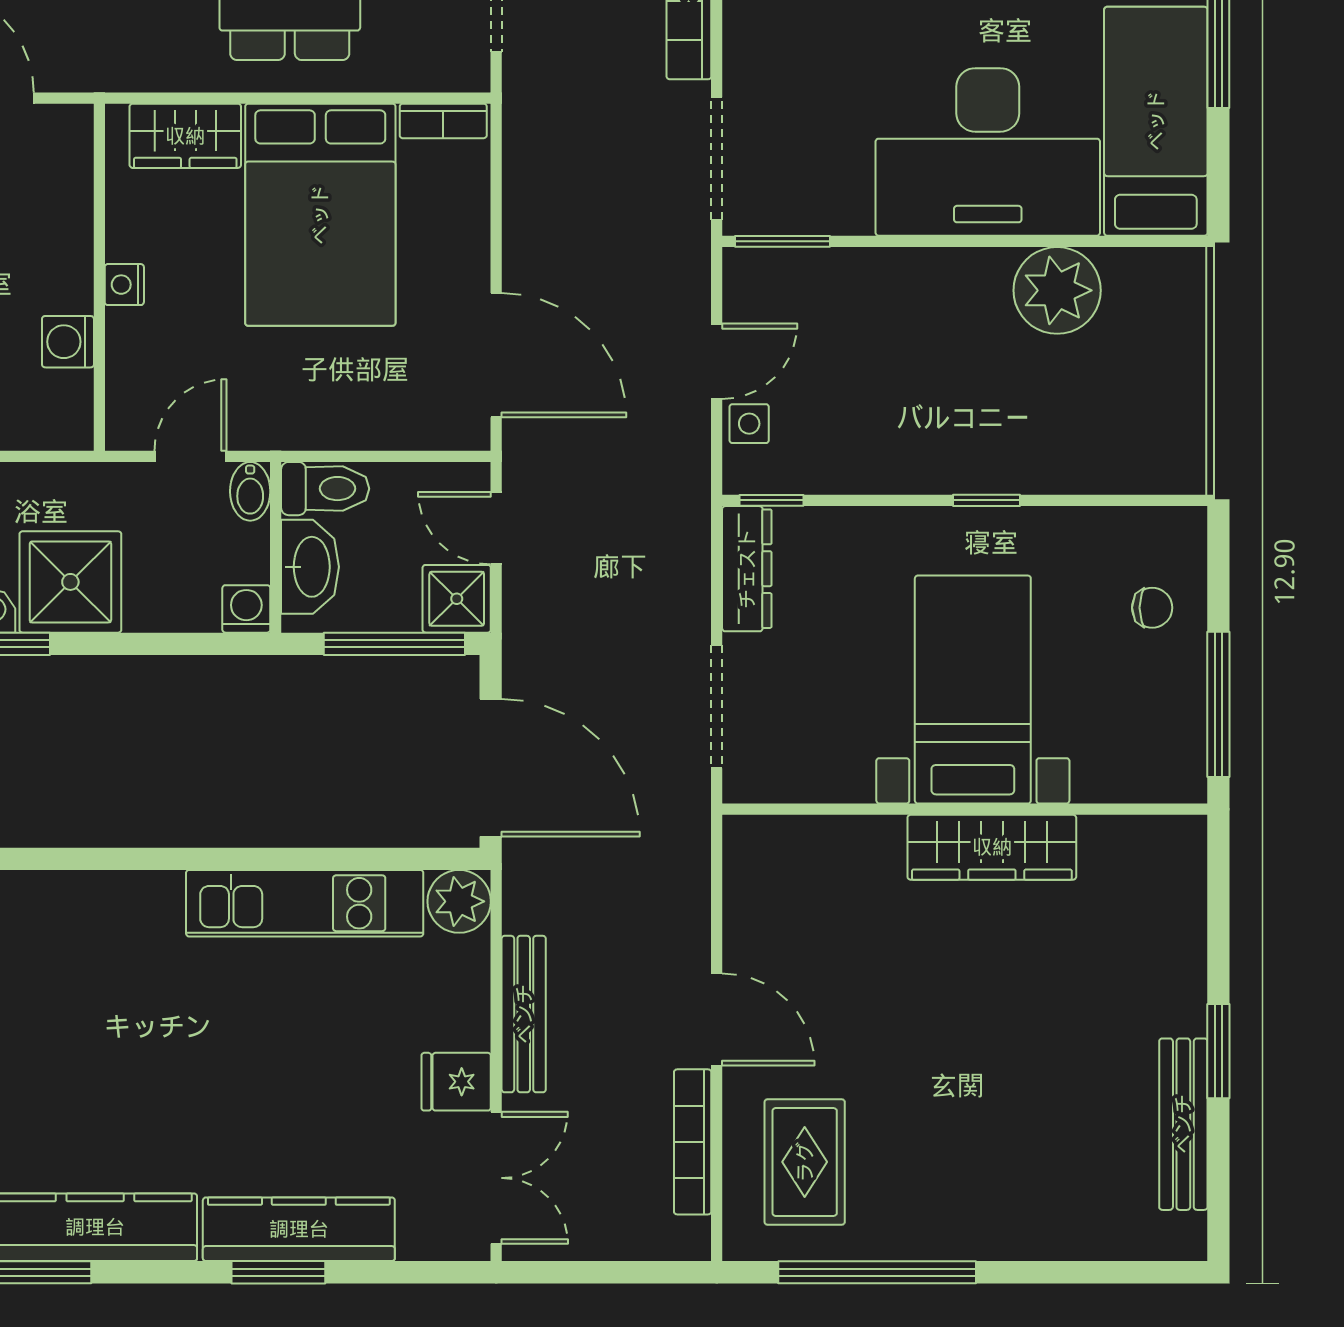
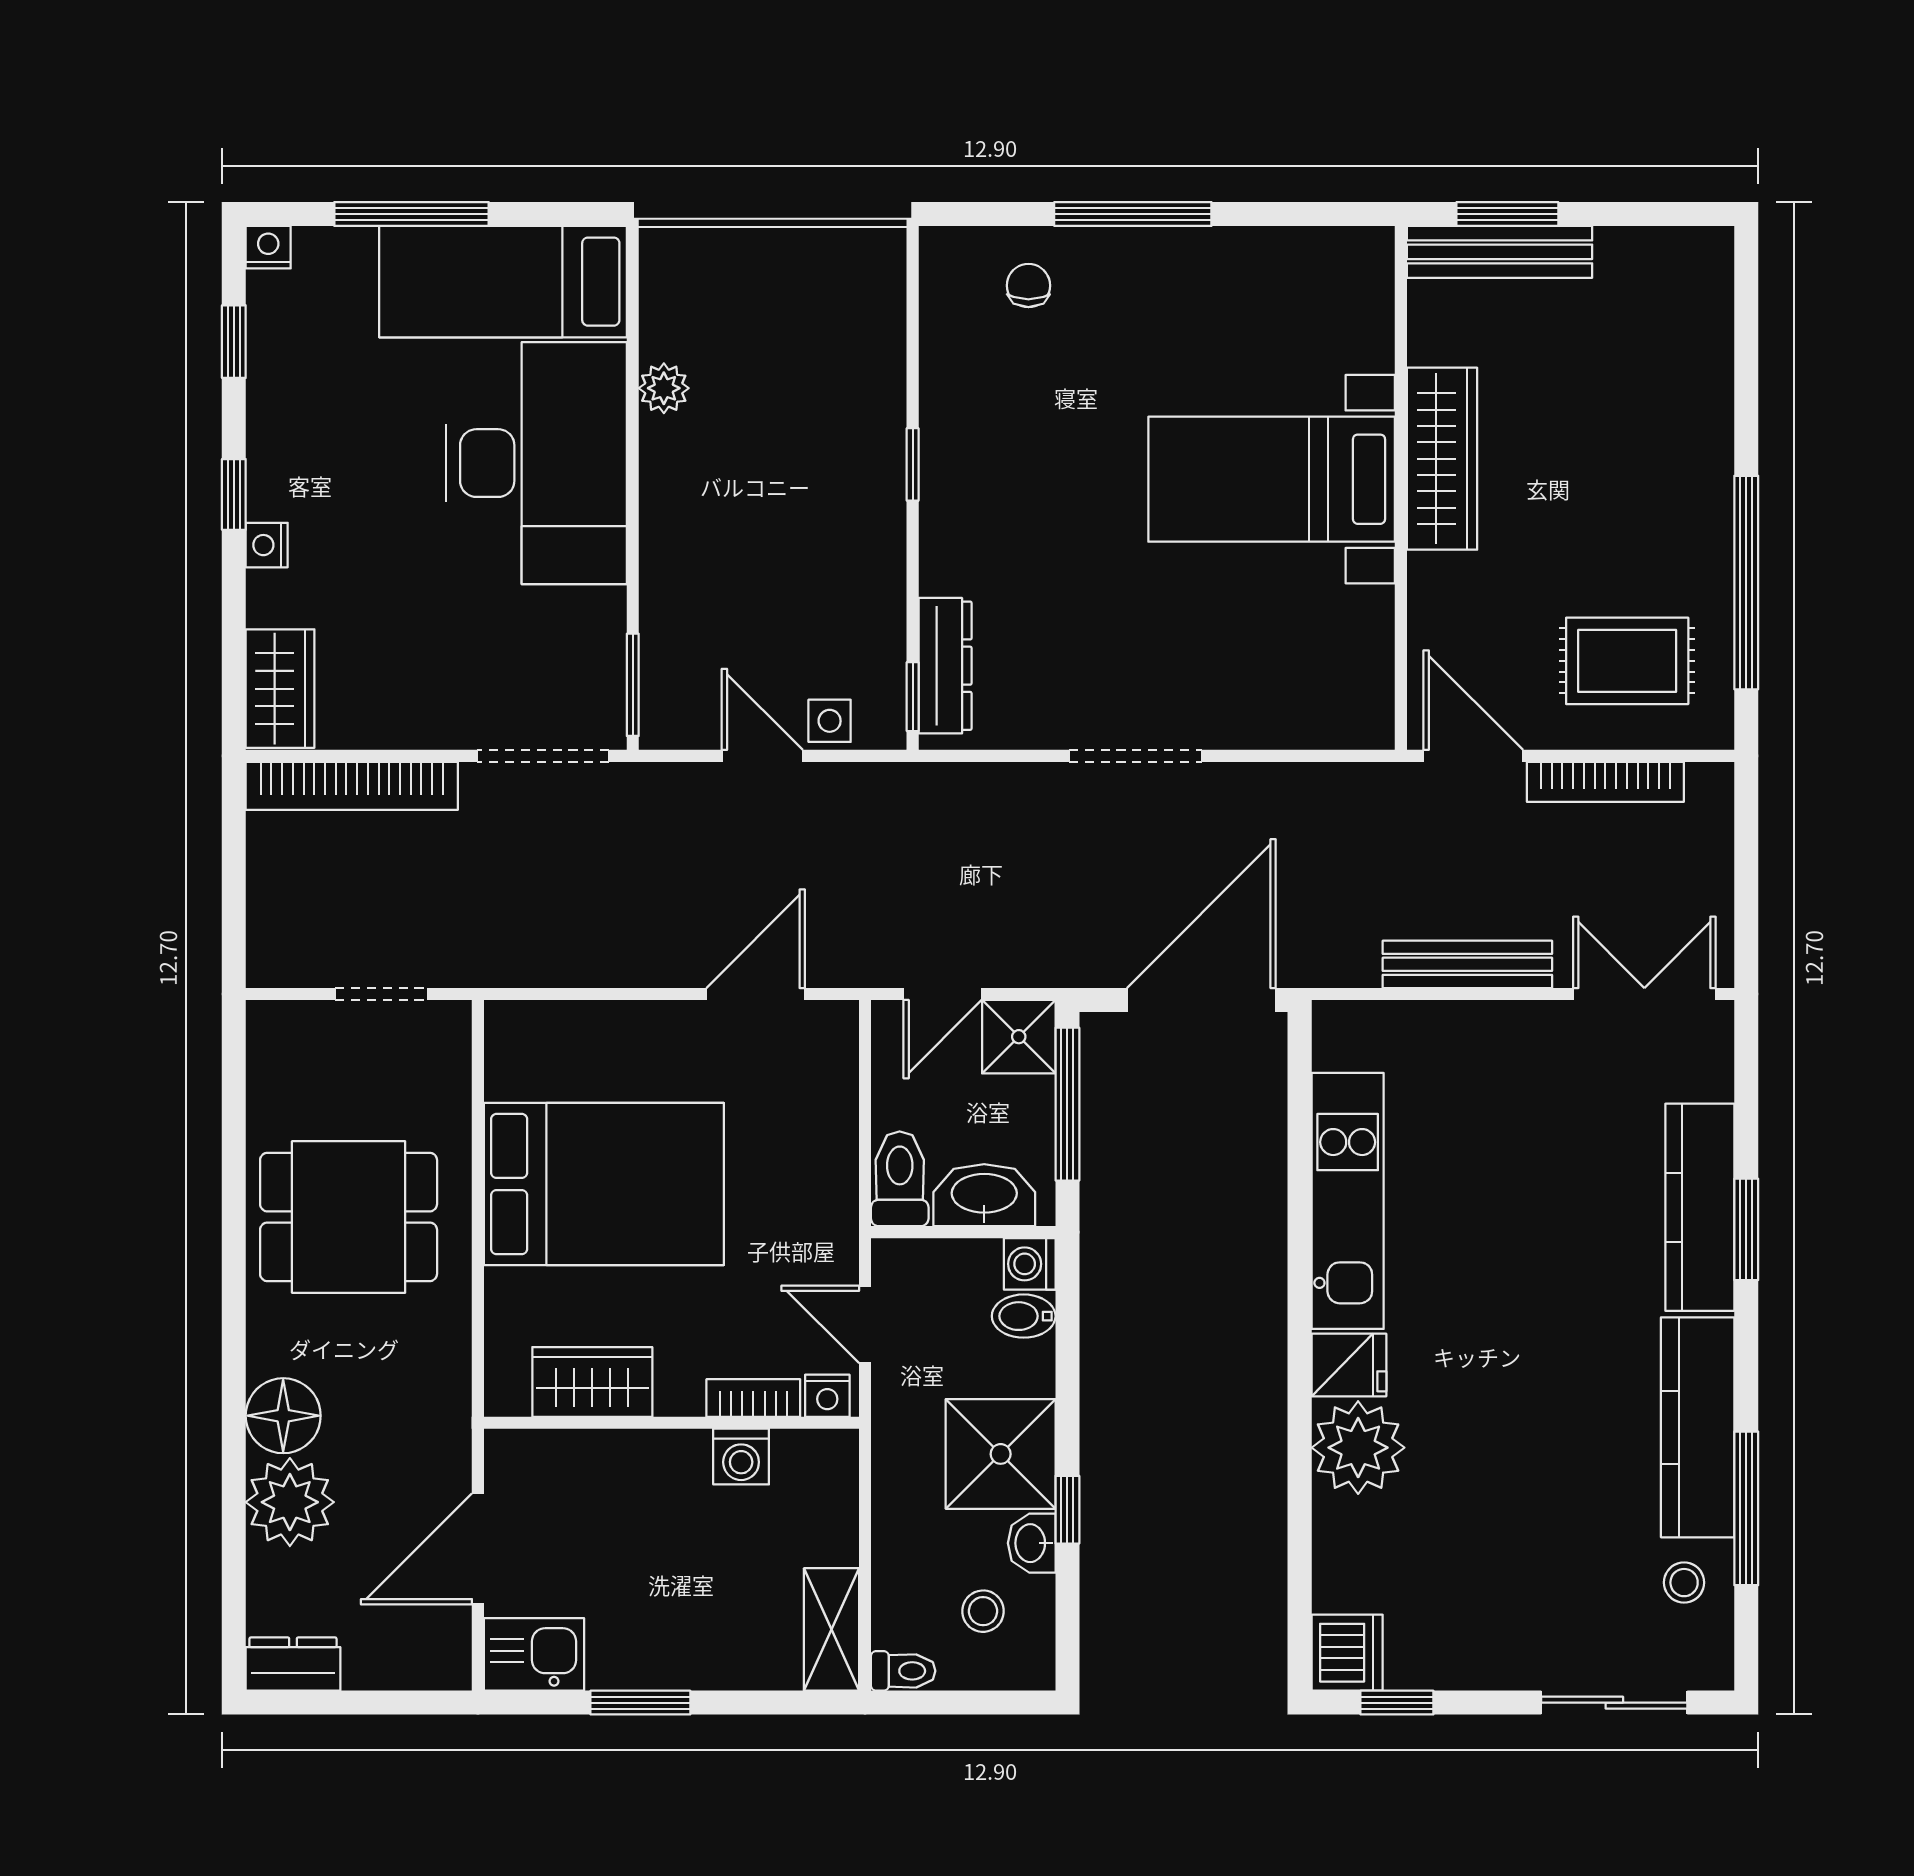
bookcase: (443, 121) -> (753, 1398), moved, turned -90
wardrobe: (185, 136) -> (592, 1382), moved, turned -90
nightstand: (124, 285) -> (827, 1396), moved
plant: (1057, 290) -> (664, 388), width x0.53, depth x0.53
door: (496, 355) -> (756, 994), width x0.73
bidet: (250, 491) -> (1024, 1316), moved, turned 180
dresser: (747, 569) -> (945, 666), moved, turned 90
bed with nightstands: (973, 690) -> (1272, 479), moved
wall: (965, 809) -> (1401, 488), moved
wardrobe: (992, 847) -> (1442, 459), moved
plant: (459, 901) -> (1358, 1448), moved, width x1.36, depth x1.36
door: (717, 1020) -> (1473, 756), hinge flipped
fridge: (456, 1082) -> (1349, 1365), moved, turned -90
bench: (1183, 1124) -> (1500, 252), moved

